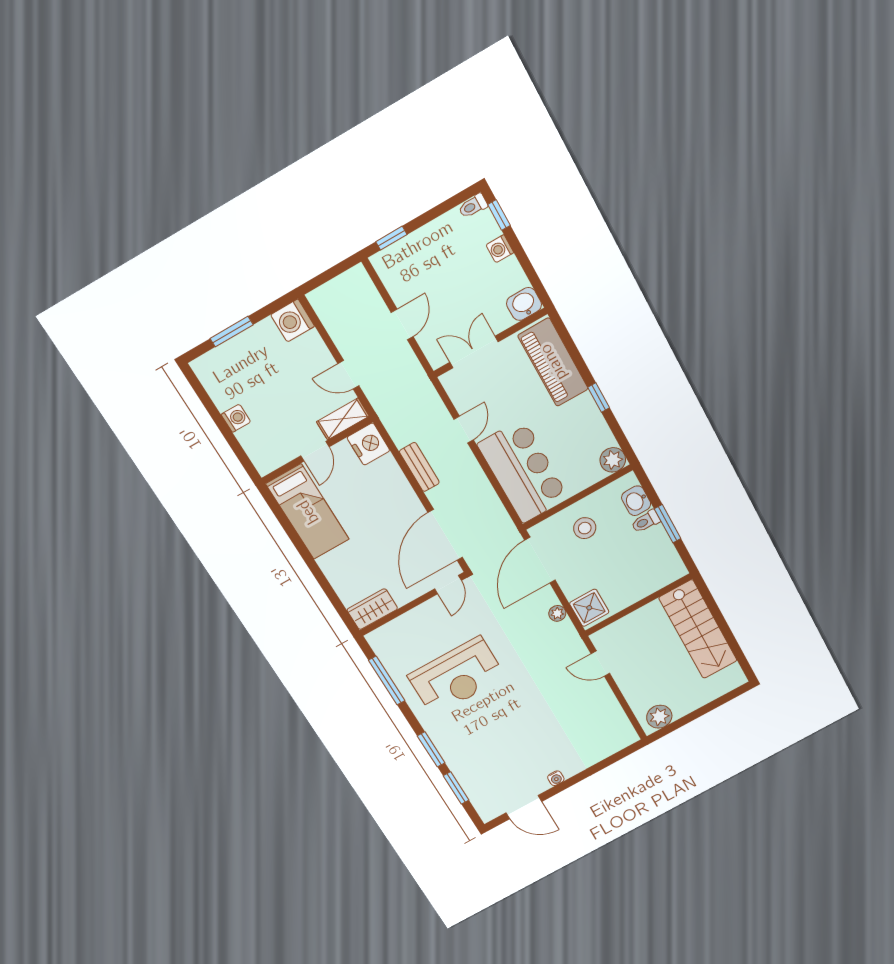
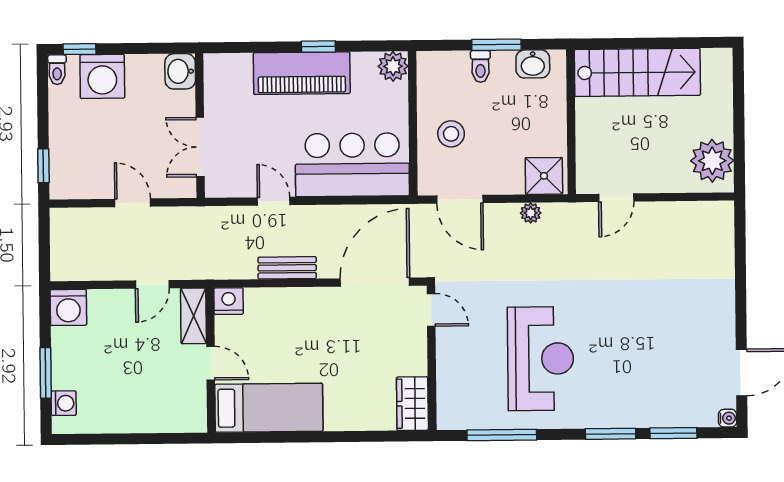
washing machine: (500, 249) -> (102, 76), width x1.89, depth x1.89
piano: (553, 362) -> (302, 73), moved
washing machine: (236, 418) -> (64, 403), moved, turned 90
nightstand: (368, 444) -> (229, 301), width x0.74, depth x0.75
washbasin: (636, 501) -> (533, 64), moved
door: (445, 535) -> (375, 282), swing flipped
door: (540, 560) -> (460, 199), width x0.73
plant: (659, 717) -> (712, 161), width x1.36, depth x1.36
water cooler: (556, 778) -> (728, 418), moved

